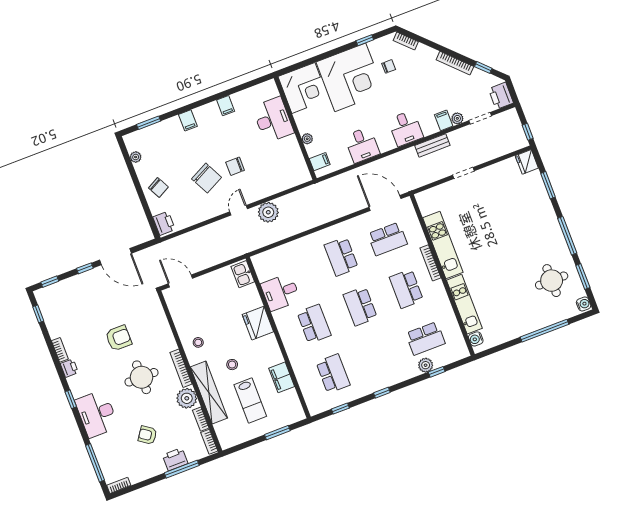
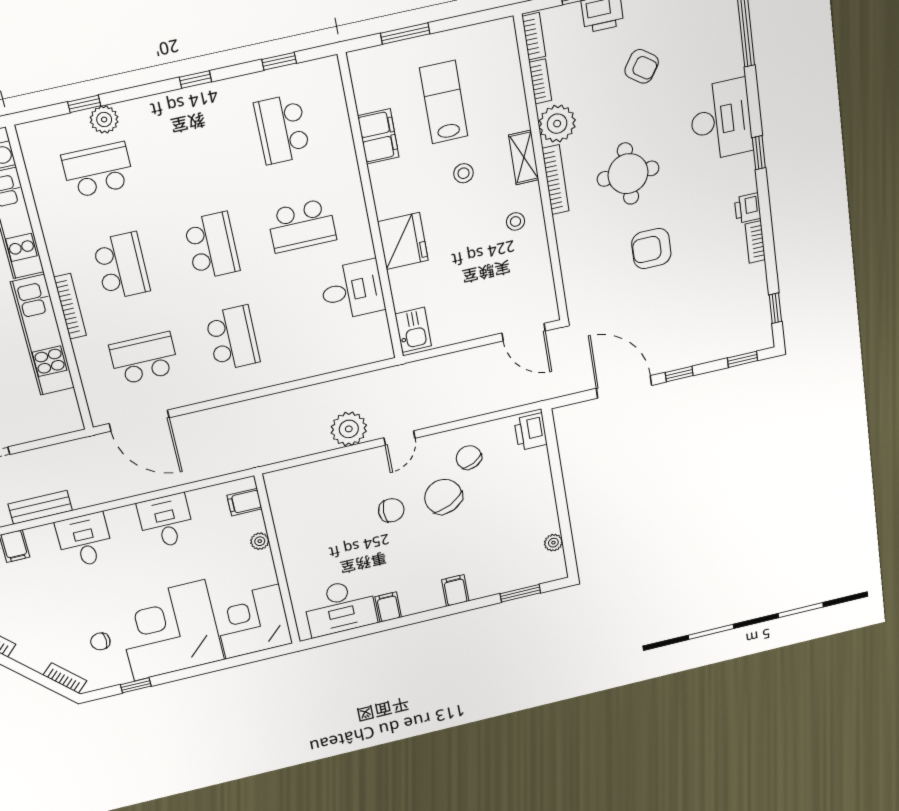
desk: (273, 120) -> (340, 607), moved, turned -90
chair: (158, 188) -> (469, 457), moved
school desk: (314, 324) -> (302, 226), turned -90
shelving: (209, 393) -> (524, 157), width x0.45, depth x0.75

